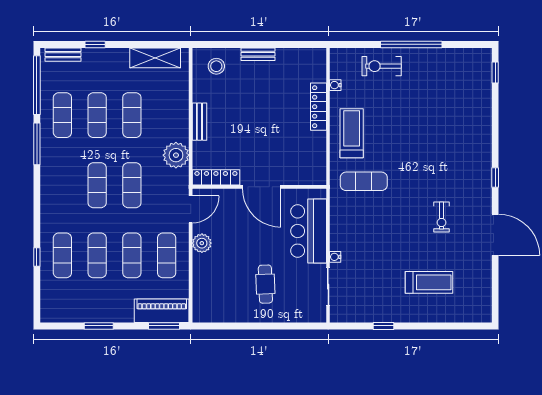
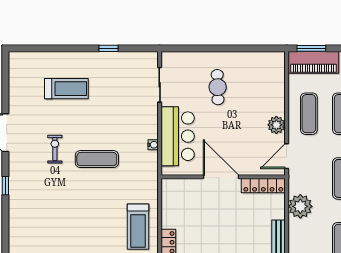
exercise mat: (364, 181) -> (97, 159), moved
water cooler: (335, 257) -> (153, 145), moved
treadmill: (429, 282) -> (66, 89), turned 180

